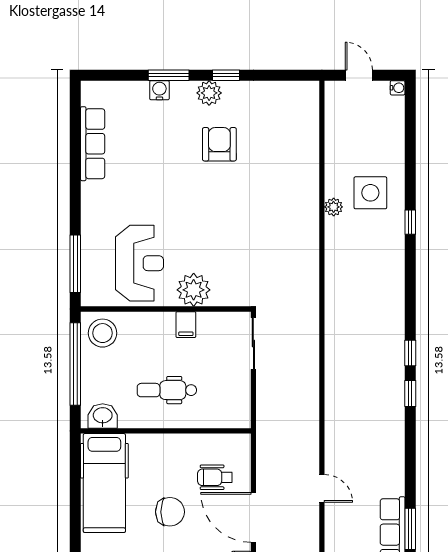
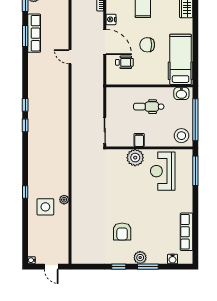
water cooler: (159, 90) -> (173, 259), moved
plant: (209, 93) -> (140, 258), moved
dental chair: (167, 390) -> (149, 107), turned 180

